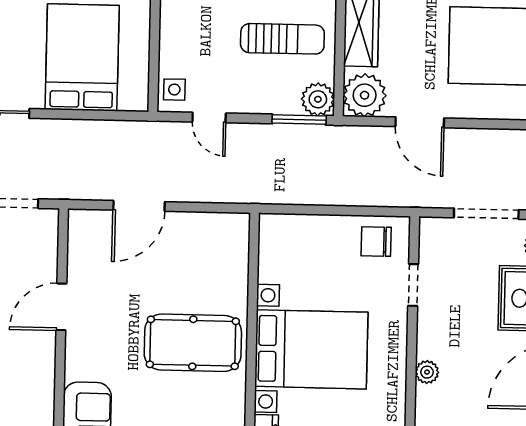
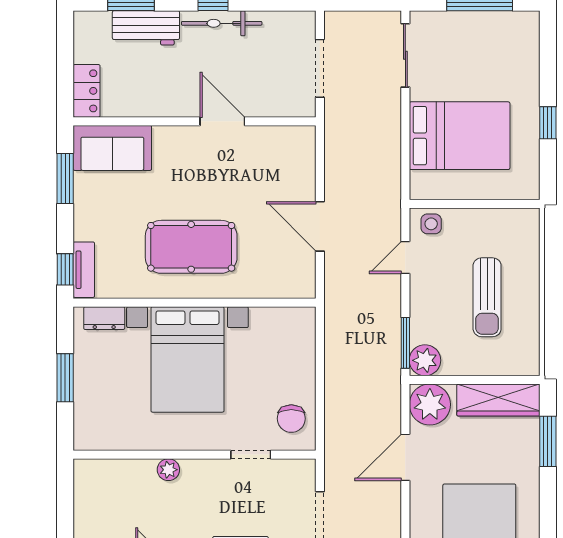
sun lounger: (282, 39) -> (487, 297), moved
door: (139, 206) -> (320, 226), moved
chair: (376, 241) -> (291, 419), turned 180
pool table: (193, 343) -> (191, 247), turned 90

